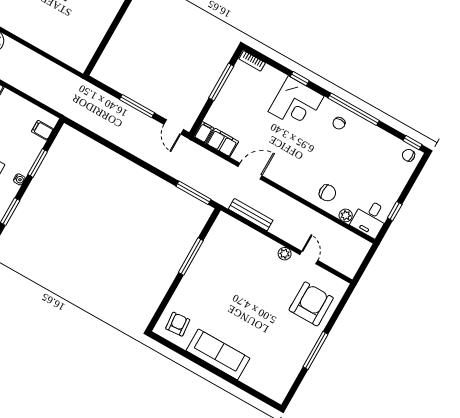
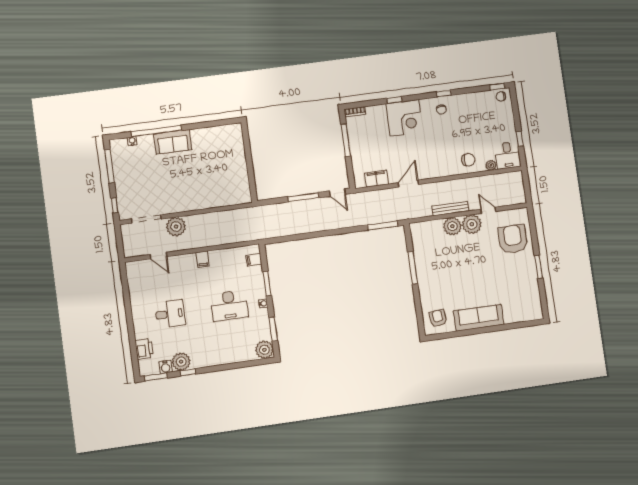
window: (354, 109) -> (444, 94), width x0.32
filing cabinet: (204, 132) -> (359, 181), removed
bench: (251, 215) -> (450, 209), moved
plant: (261, 246) -> (452, 226), added
plant: (285, 254) -> (472, 224), width x1.88, depth x1.88
window: (316, 351) -> (539, 267), width x0.69

